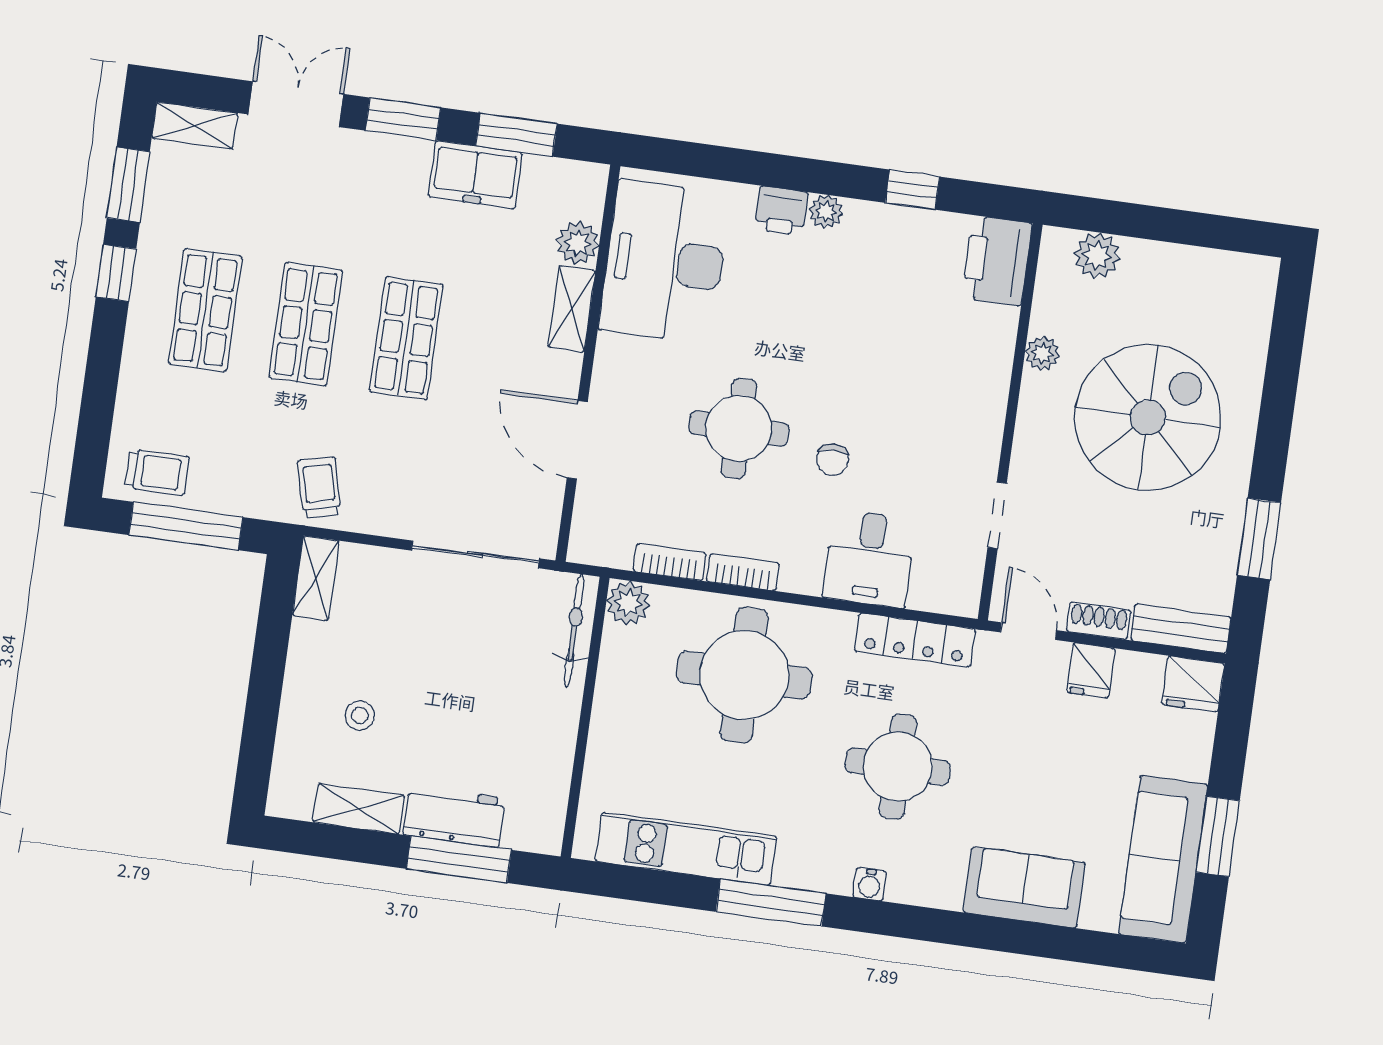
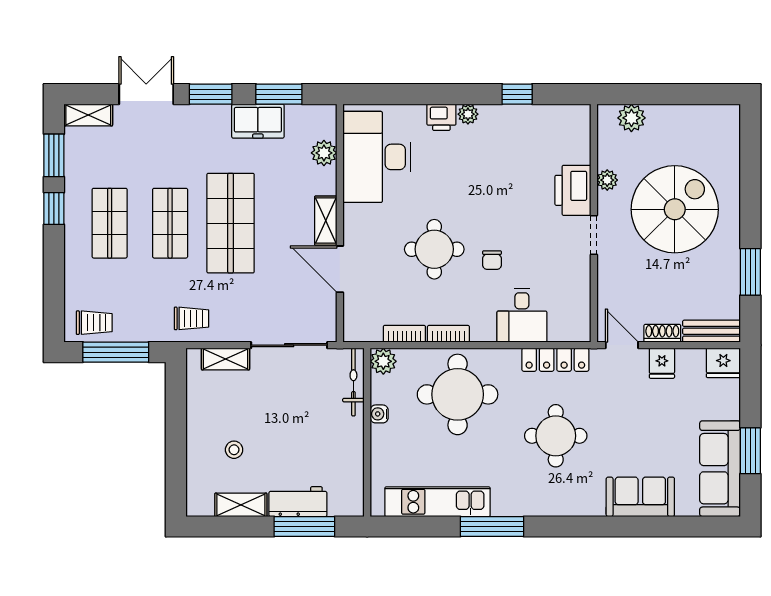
printer: (997, 261) -> (573, 190), moved
shelving: (572, 309) -> (326, 221), moved
shop shelf: (406, 338) -> (231, 223), width x1.43, depth x1.36
trolley: (319, 487) -> (191, 318), turned 104
doorway: (997, 515) -> (594, 235), moved
shelving: (316, 578) -> (225, 359), moved, turned 90
water cooler: (870, 884) -> (379, 414), moved, turned 90

